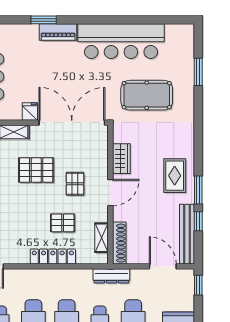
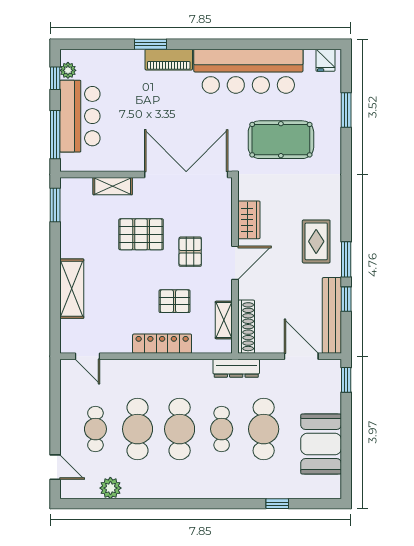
fridge: (30, 112) -> (325, 60), moved, turned 180

